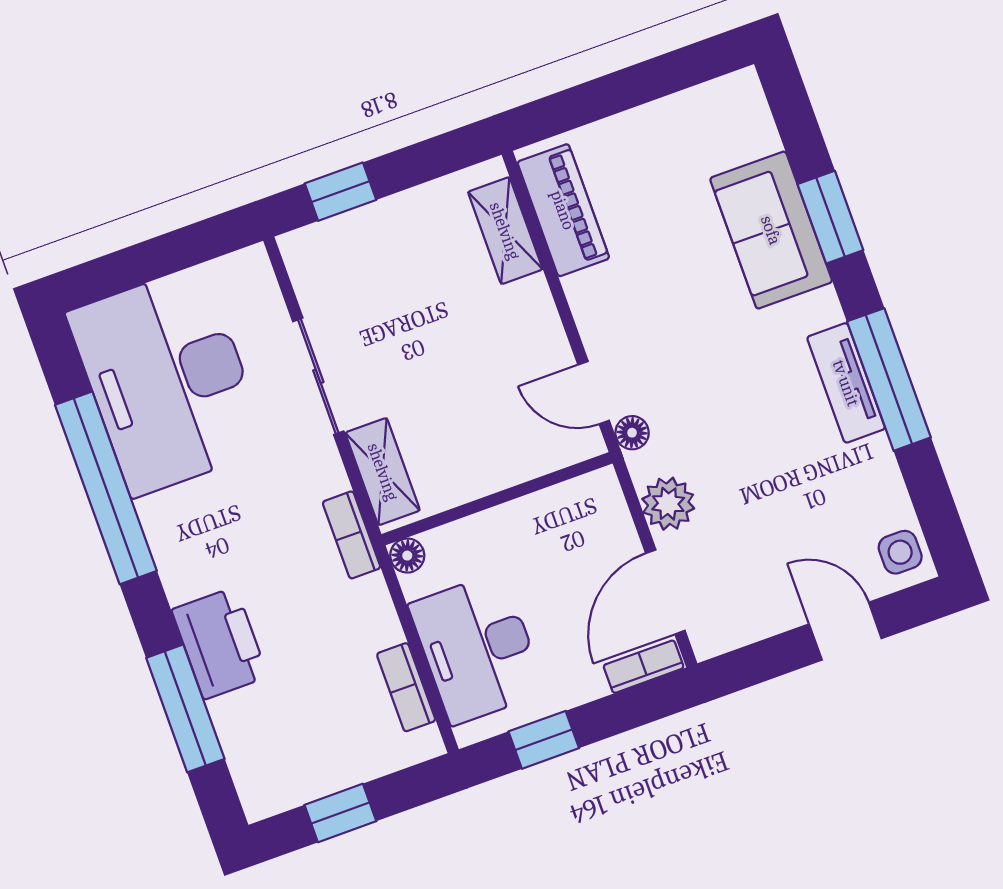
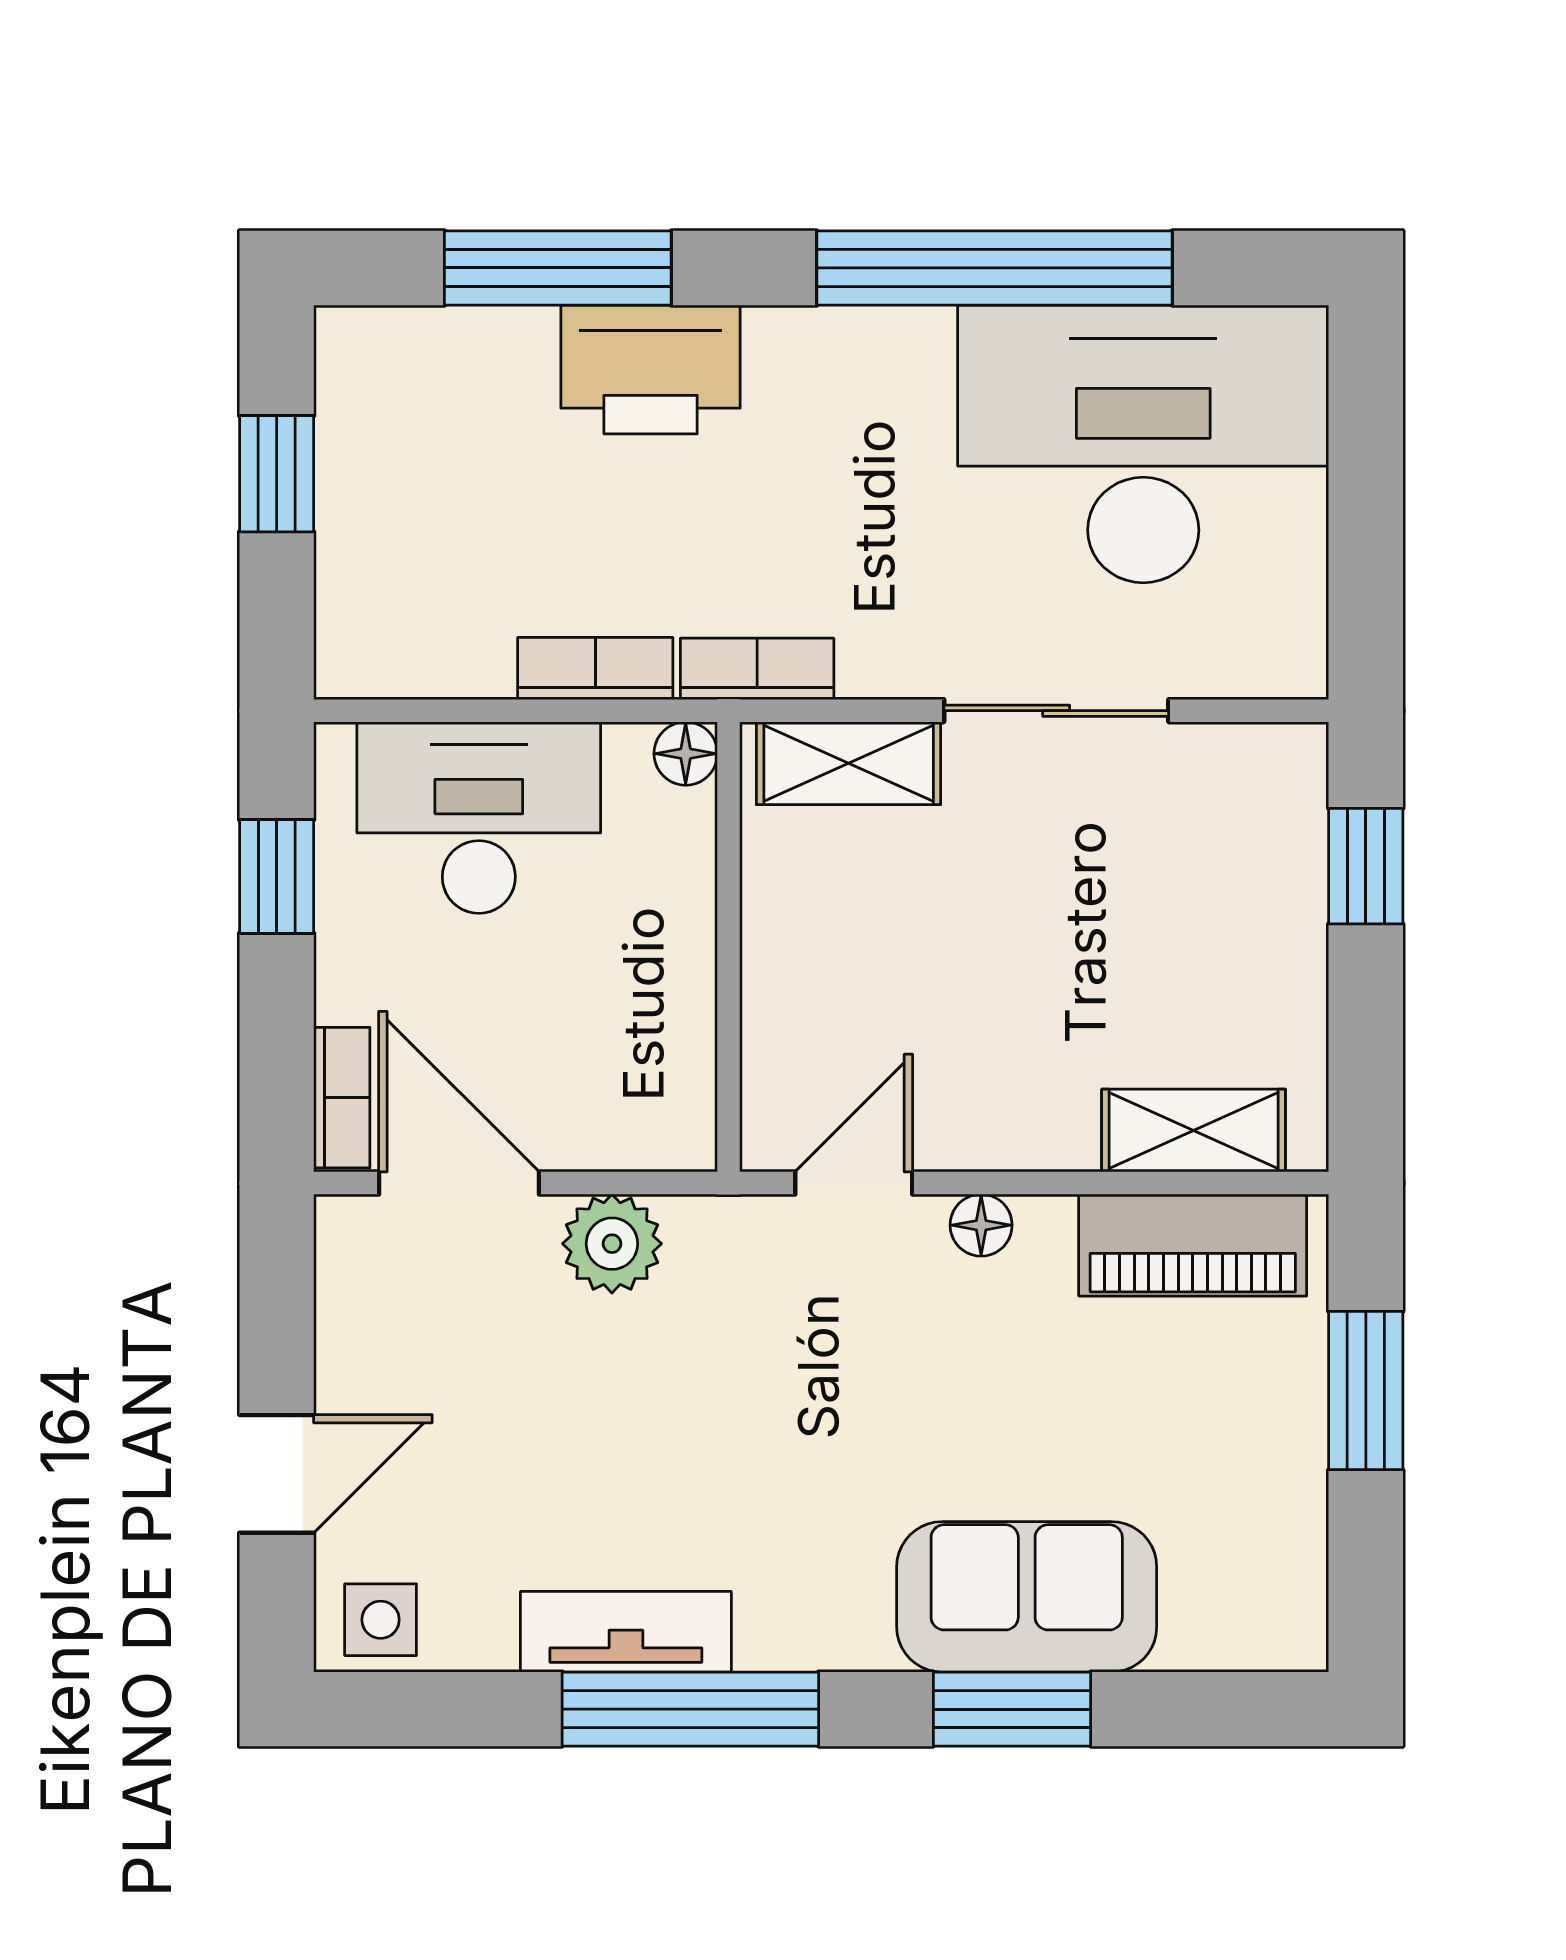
window: (605, 96) -> (1366, 1391), added
tv unit: (846, 383) -> (626, 1632), moved
floor lamp: (632, 433) -> (981, 1225), moved
bookcase: (406, 687) -> (595, 669), moved

